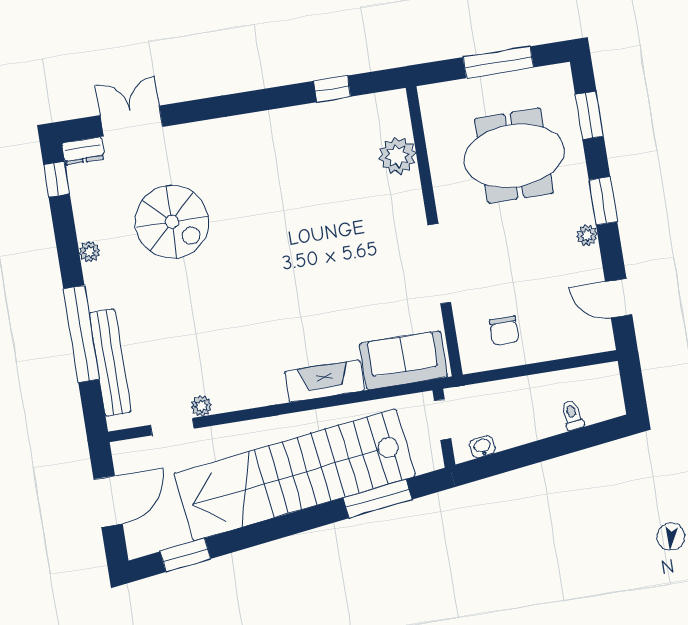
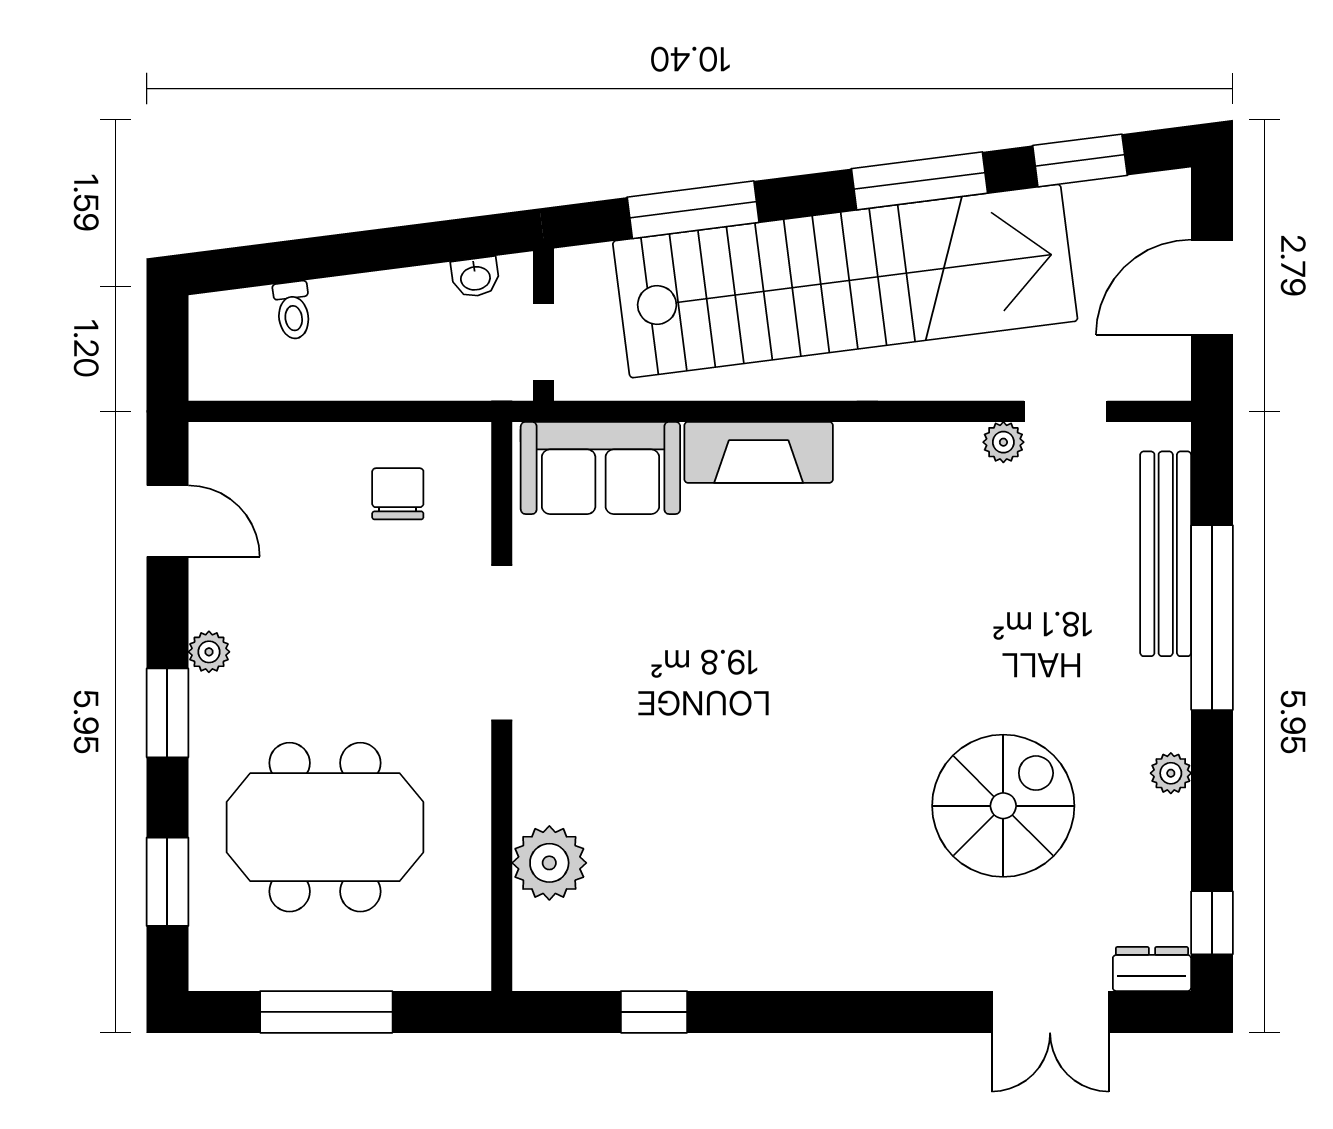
spiral stairs: (172, 222) -> (1003, 806), turned 90
window: (265, 532) -> (919, 181), added

